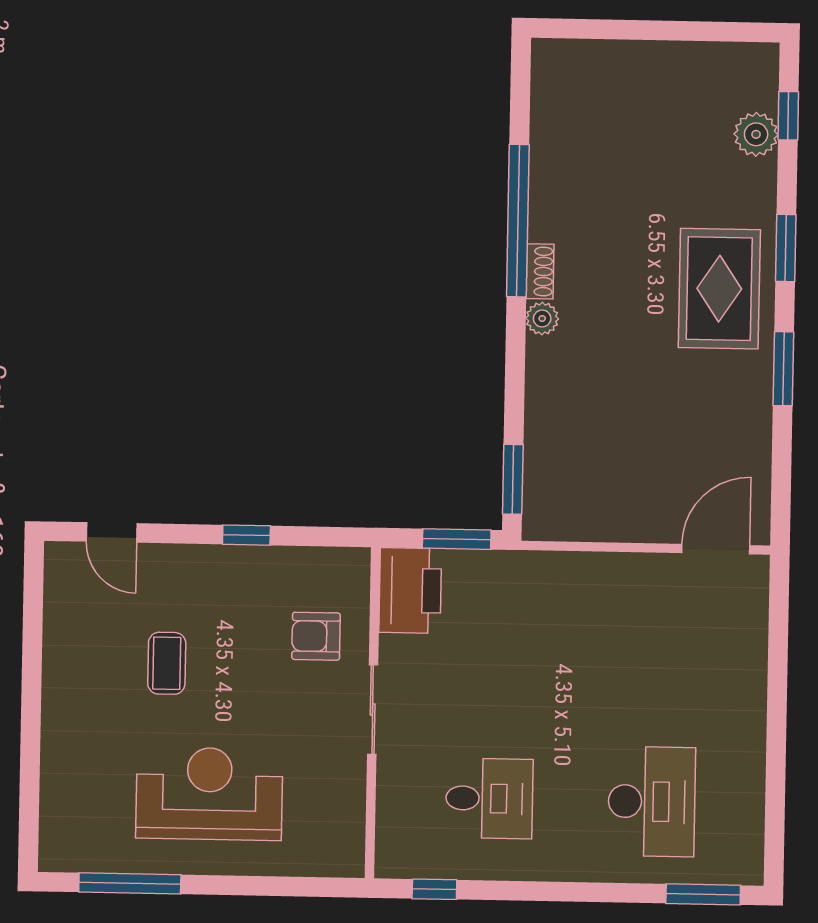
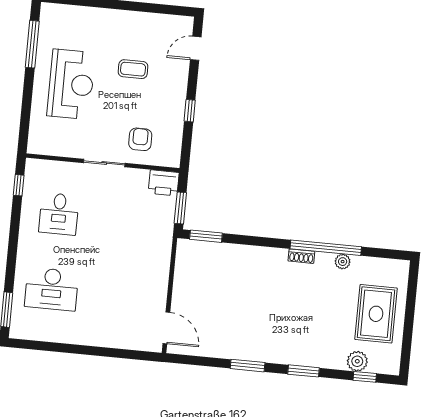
rug: (719, 289) -> (376, 314), moved, turned 90
plant: (542, 319) -> (343, 262), moved
printer: (410, 590) -> (164, 183), width x0.73, depth x0.84

